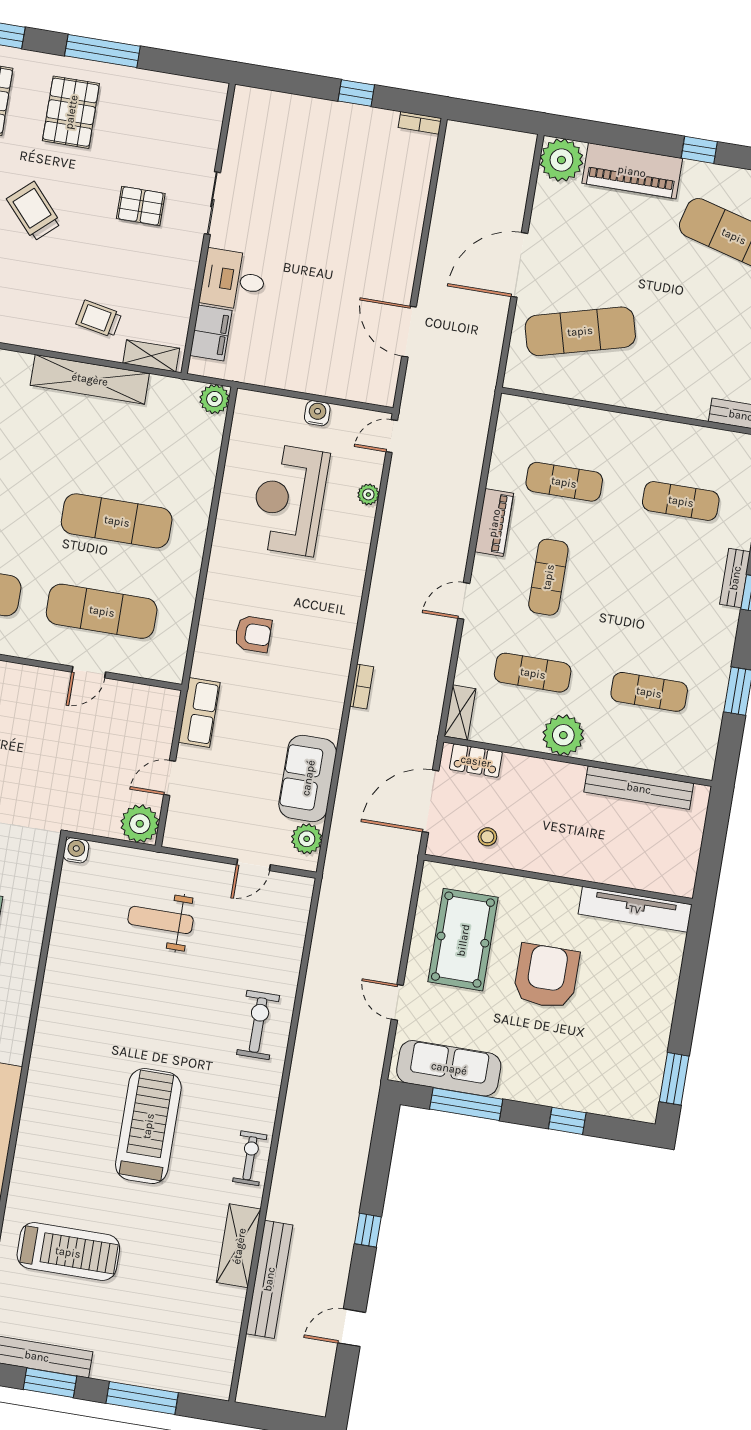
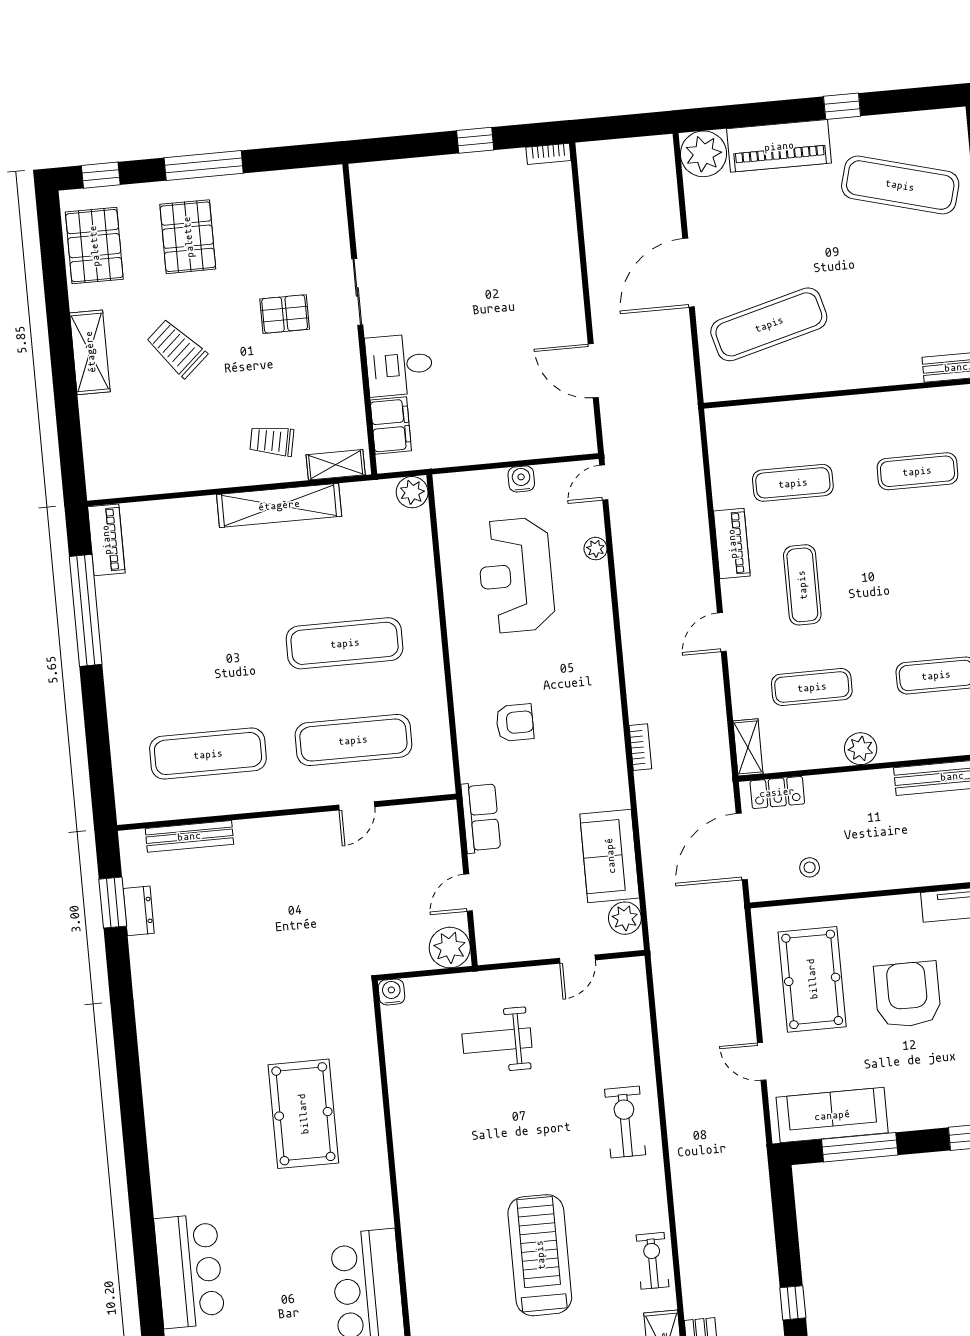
plant: (563, 735) -> (861, 749), width x0.73, depth x0.73

